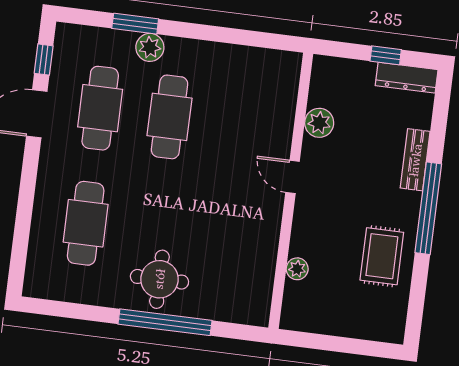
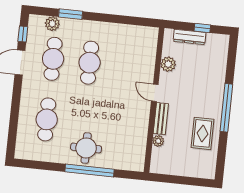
plant: (150, 47) -> (52, 24), moved
dresser: (407, 78) -> (190, 37), moved
bench: (415, 160) -> (161, 119), moved

